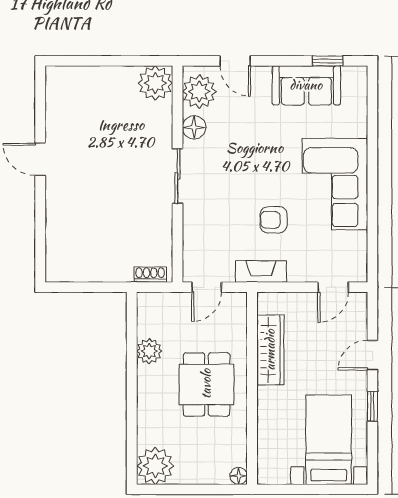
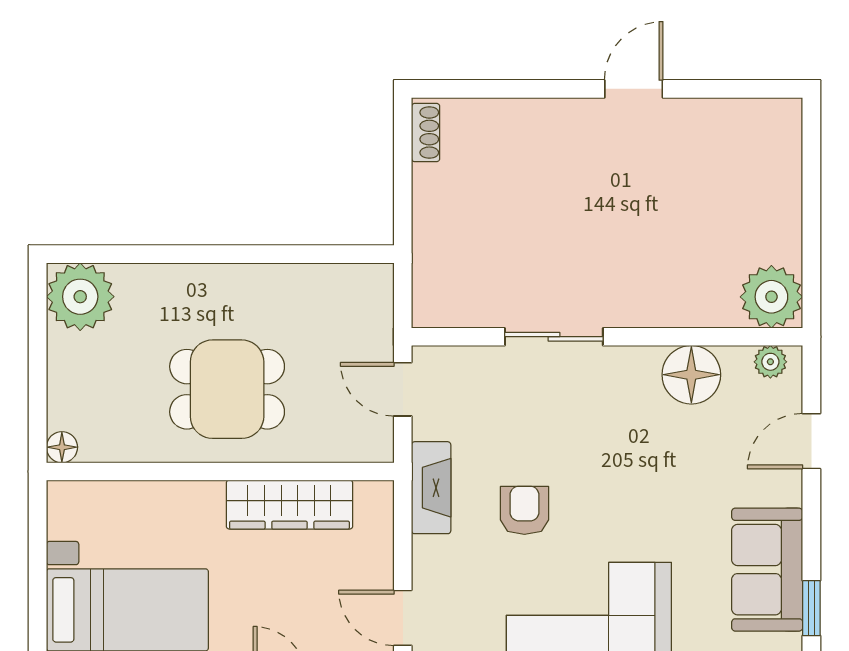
plant: (199, 92) -> (770, 362), width x0.53, depth x0.53
floor lamp: (194, 127) -> (691, 375), width x1.38, depth x1.38
sliding door: (177, 176) -> (554, 337), moved
shoe rack: (150, 275) -> (426, 133), moved
plant: (149, 351) -> (287, 286), removed

